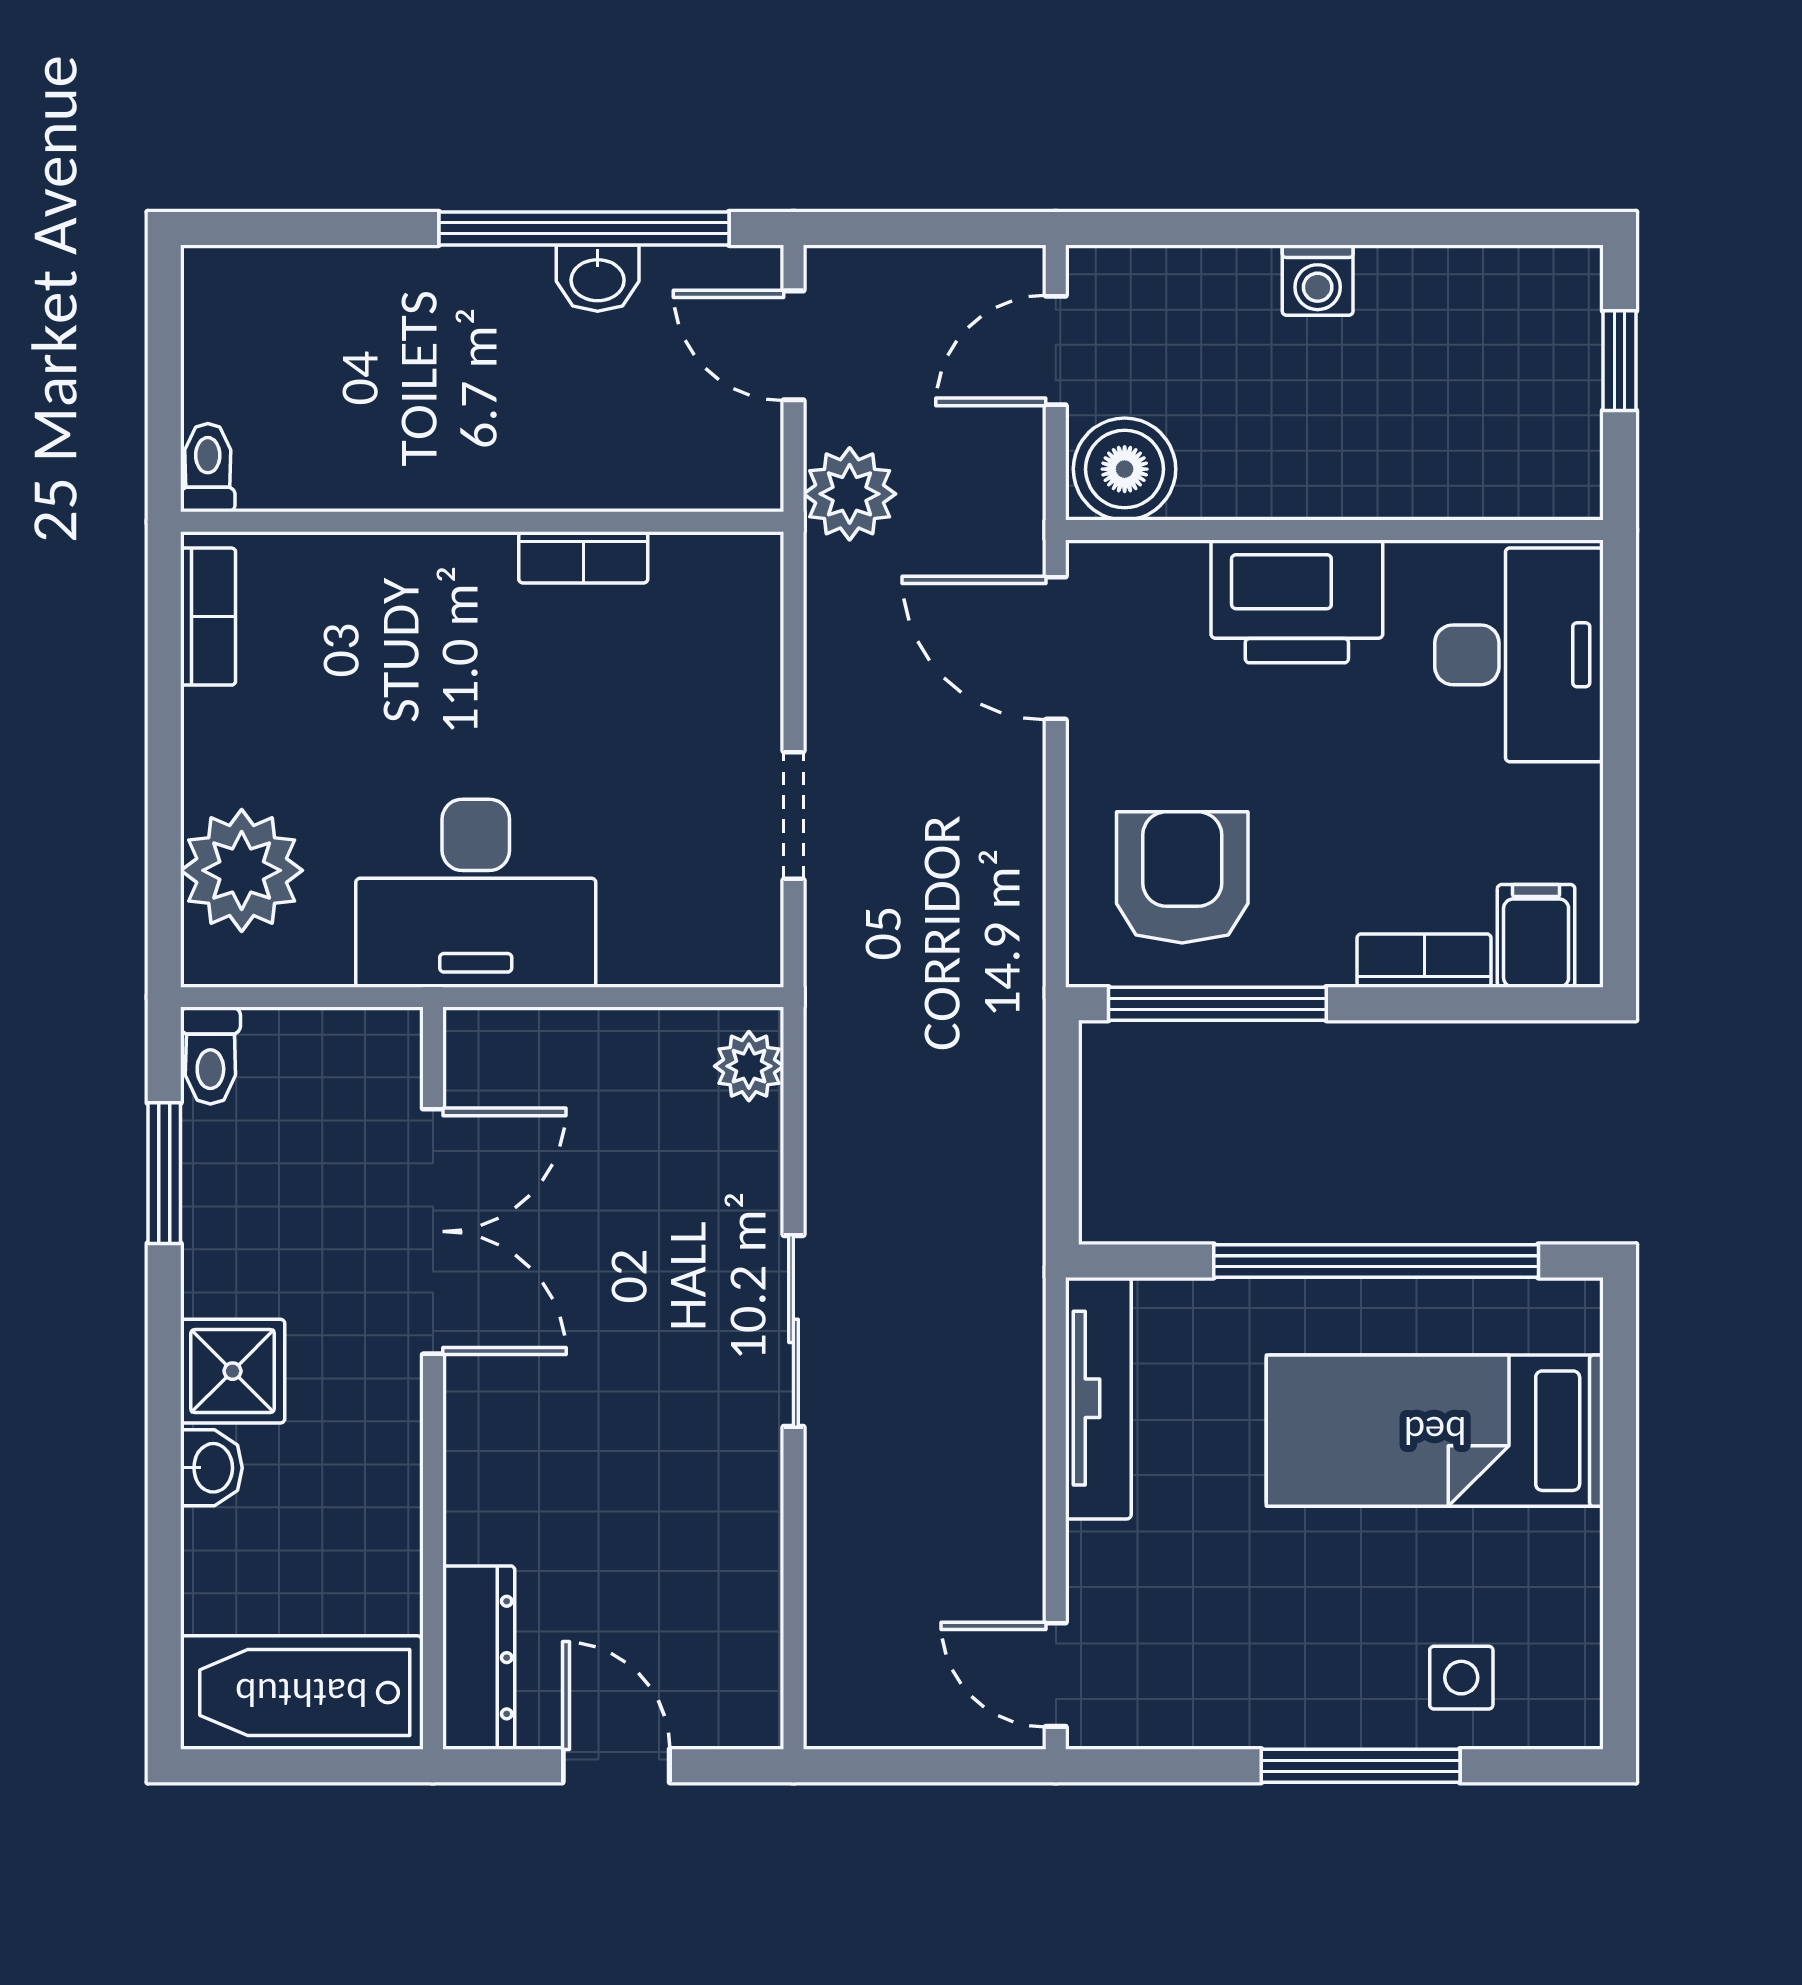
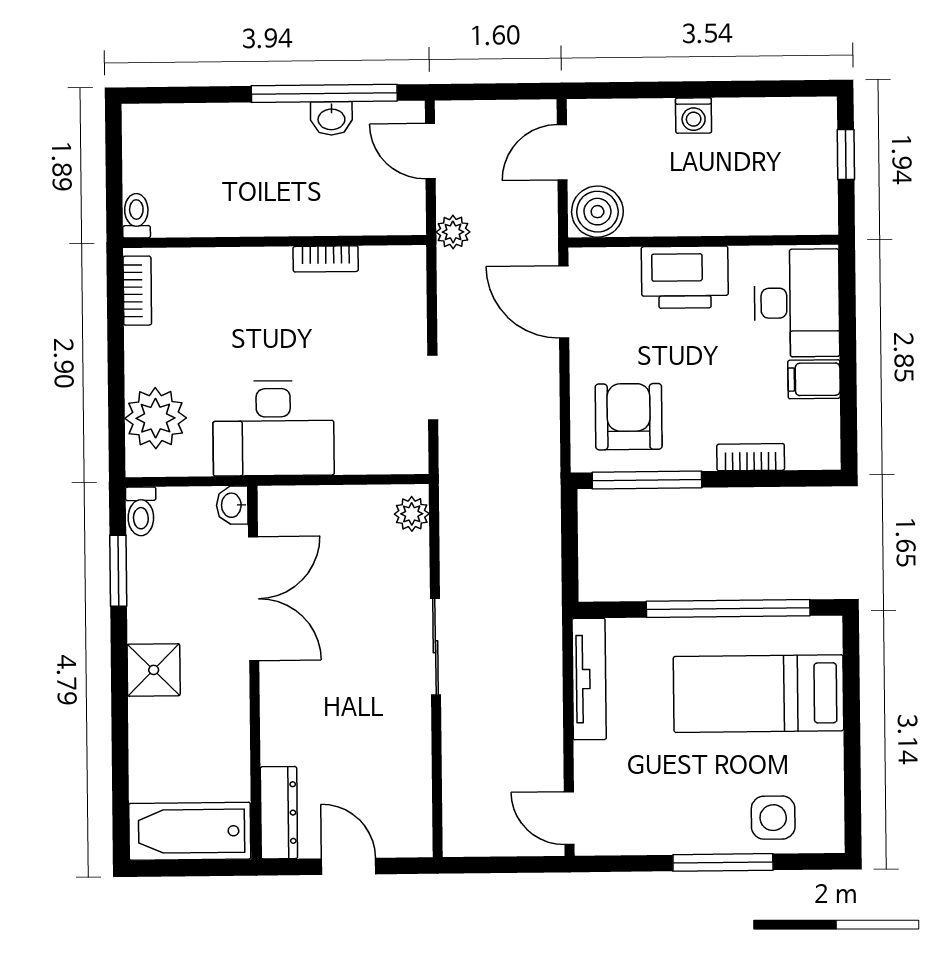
plant: (850, 494) -> (453, 232), width x0.73, depth x0.73
filing cabinet: (1536, 936) -> (814, 379), moved, turned -90
washbasin: (211, 1468) -> (232, 505), moved, turned 180
side table: (1461, 1678) -> (773, 818), width x1.37, depth x1.37

